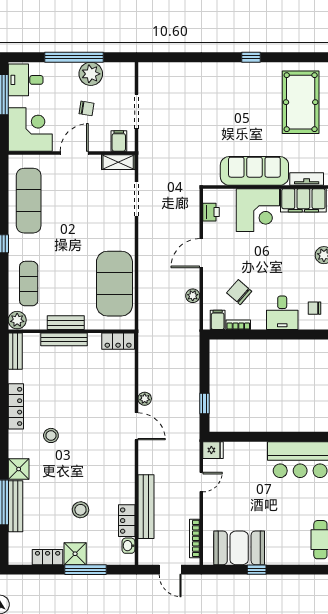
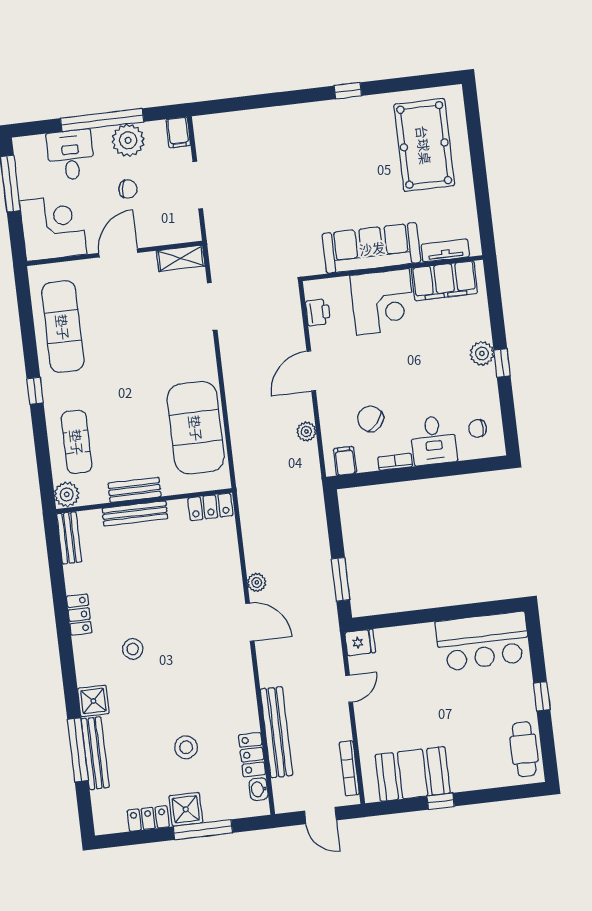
desk: (26, 80) -> (71, 155), moved, turned 90
filing cabinet: (119, 141) -> (178, 132), moved, turned 180
bookcase: (238, 325) -> (395, 462), moved
window: (204, 404) -> (341, 579), width x1.50
locker: (16, 406) -> (79, 614), width x0.66

